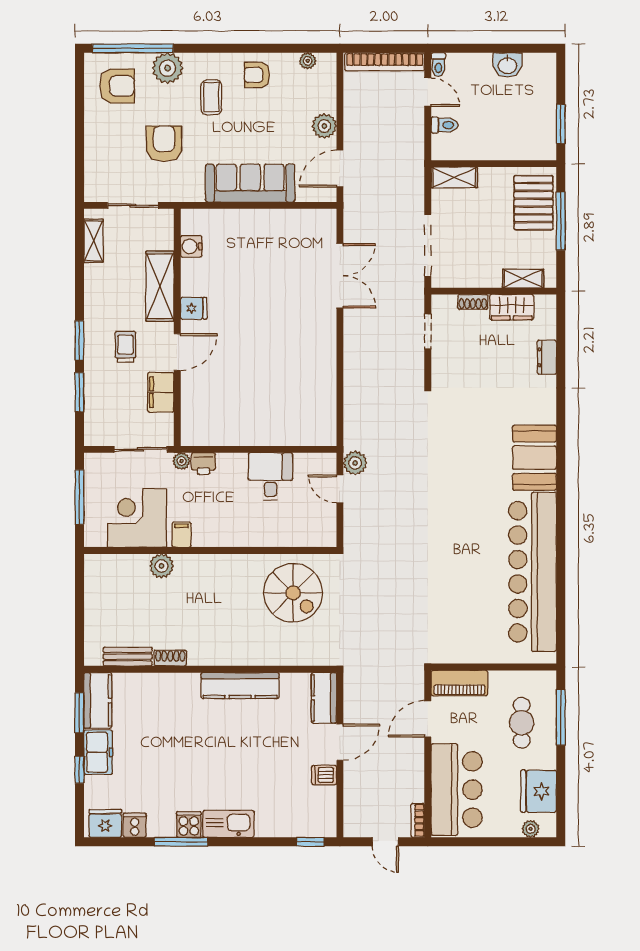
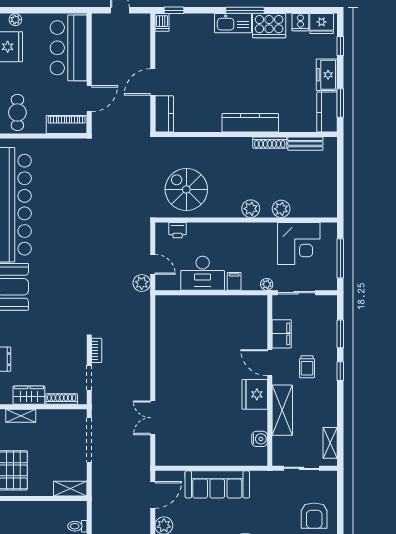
armchair: (164, 144) -> (314, 516), moved
double door: (340, 276) -> (153, 418), width x0.73
shoe rack: (473, 302) -> (62, 399), width x1.43
fridge: (194, 308) -> (255, 394), width x1.88, depth x1.34
window: (79, 340) -> (340, 371), width x0.67
door: (177, 352) -> (270, 363), hinge flipped
printer: (204, 464) -> (178, 230), moved, turned 180
desk: (271, 477) -> (203, 273), width x1.37
filing cabinet: (182, 535) -> (234, 281), moved, turned 180
plant: (204, 566) -> (251, 209), added
shoe rack: (170, 658) -> (270, 143), width x1.43
kitchen counter: (240, 686) -> (250, 123), moved
cafe table: (522, 723) -> (17, 112), moved
window: (79, 770) -> (340, 46), moved
dishwasher: (324, 775) -> (162, 22), moved, turned 90
bookcase: (418, 820) -> (97, 350), moved
cooker: (189, 824) -> (269, 26), width x1.87, depth x1.31
window: (181, 842) -> (245, 10), moved

